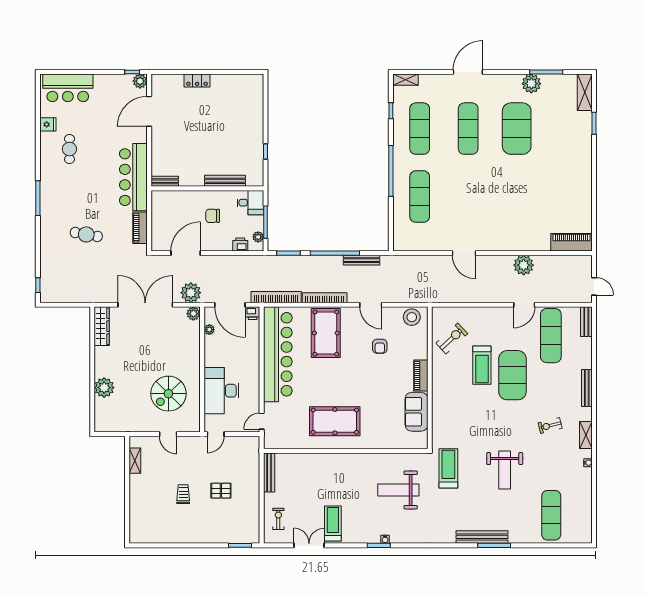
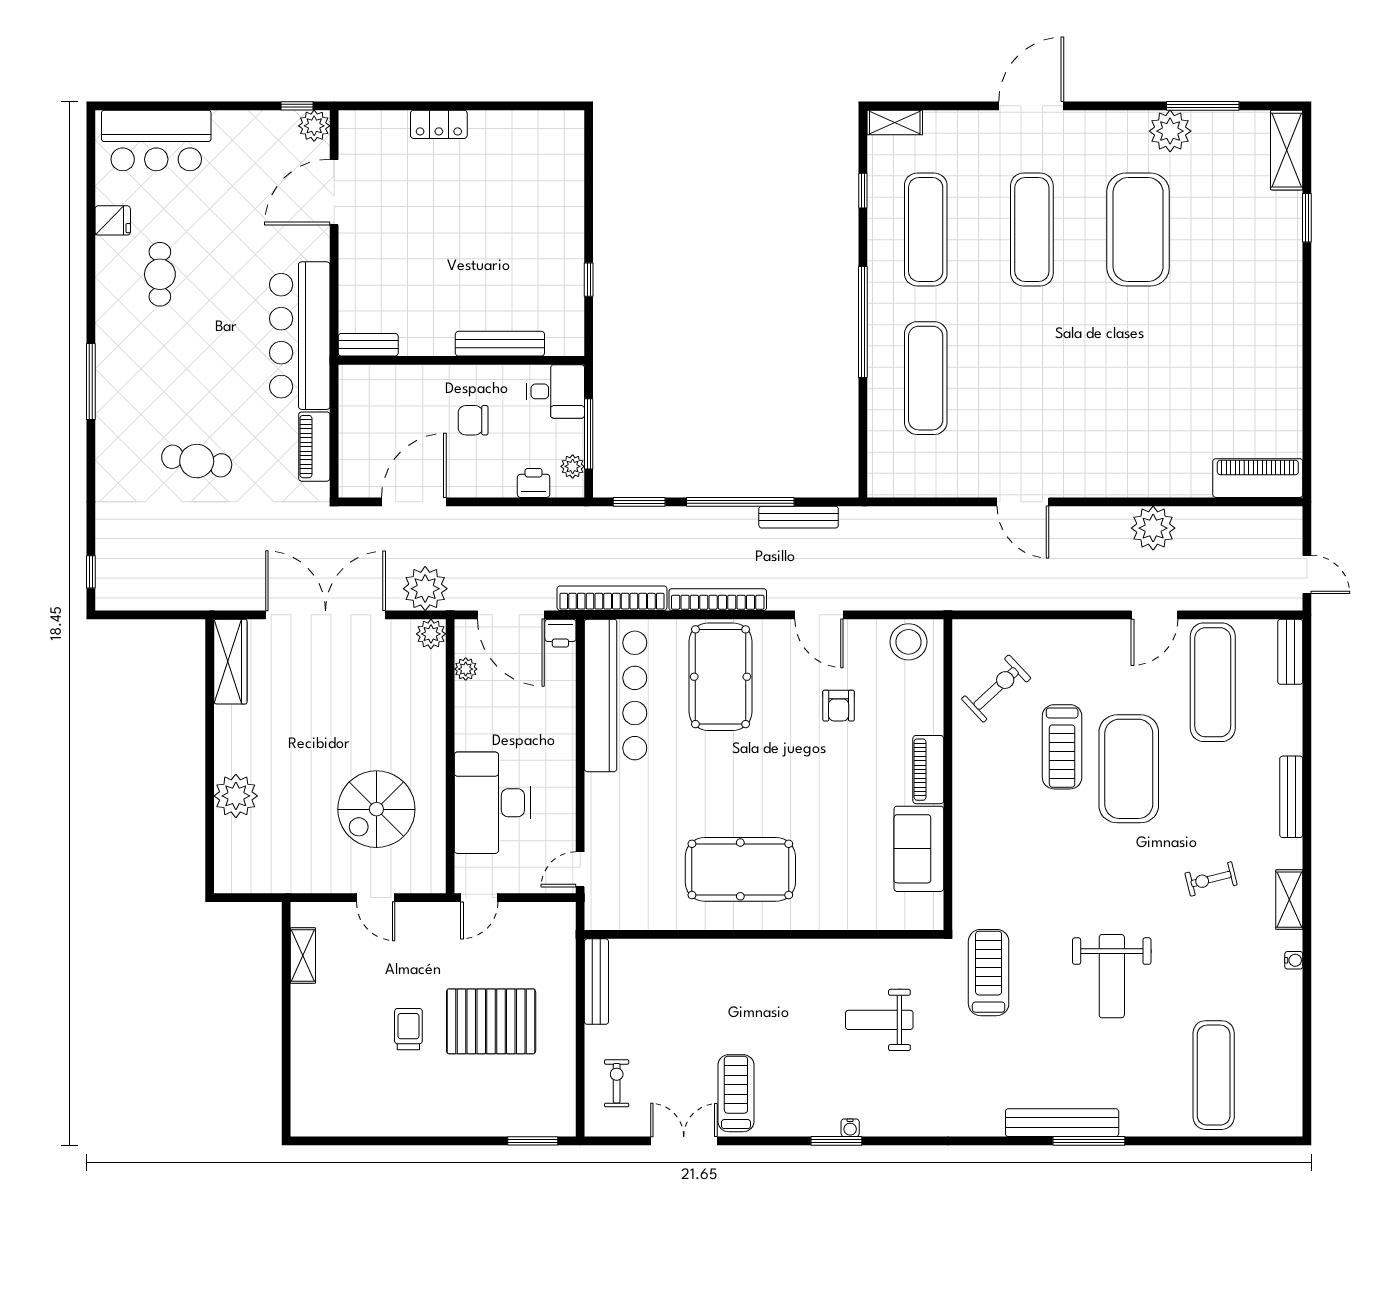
bar counter: (278, 354) -> (615, 695), width x0.73
weight bench: (398, 490) -> (879, 1020), width x0.73, depth x0.75
pallet: (221, 491) -> (491, 1021), width x2.05, depth x2.00

